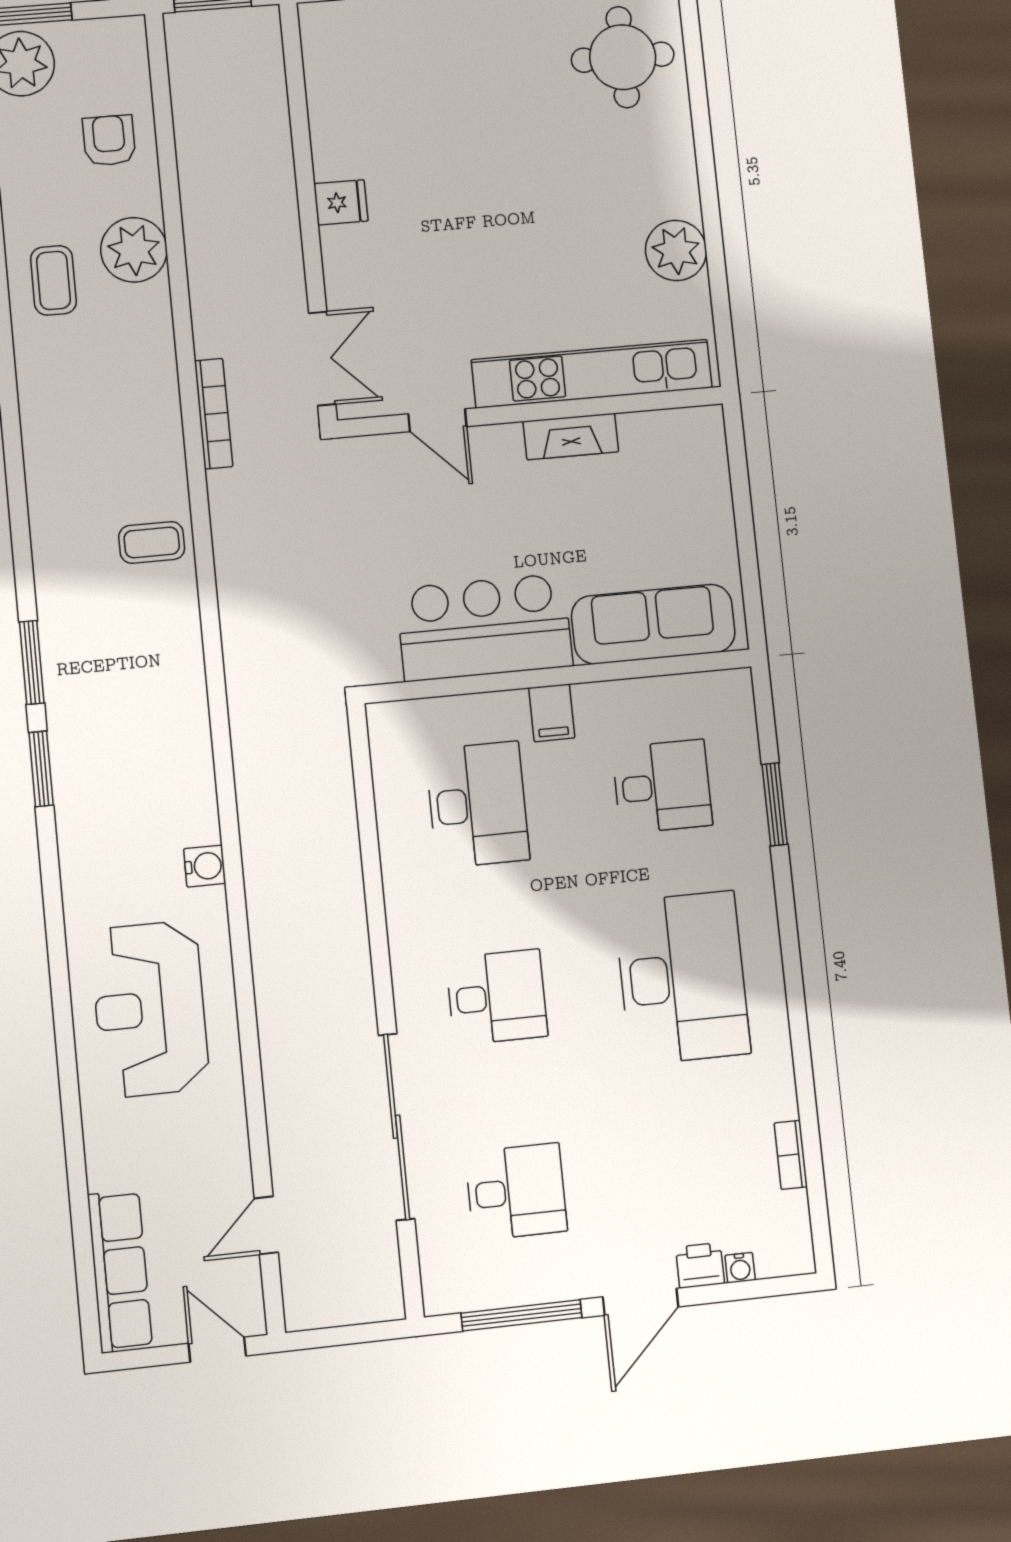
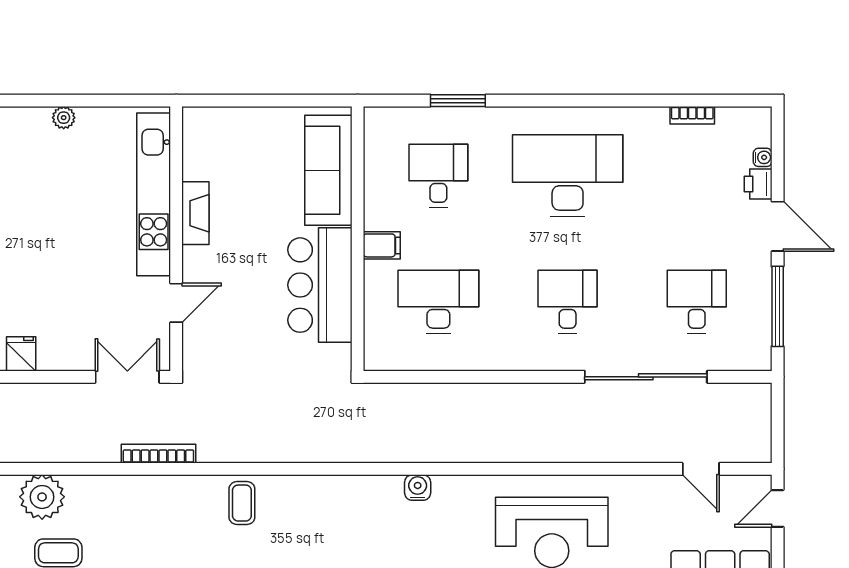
plant: (676, 250) -> (64, 118), width x0.53, depth x0.53
water cooler: (205, 866) -> (418, 488), moved

